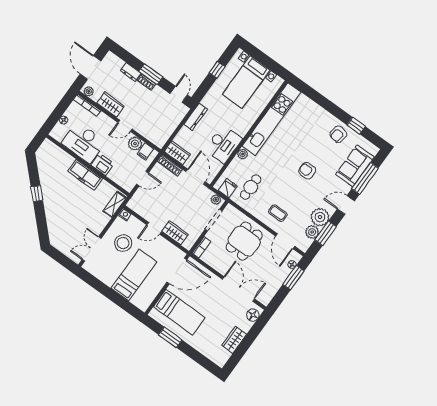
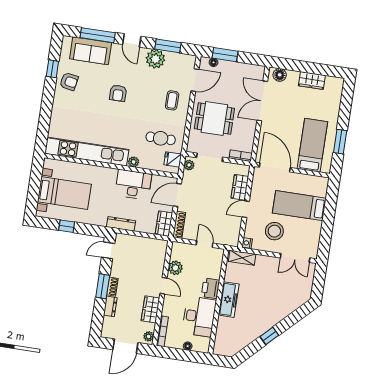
filing cabinet: (145, 152) -> (178, 254), removed
door: (154, 228) -> (246, 209), swing flipped
plant: (312, 232) -> (173, 59), removed

